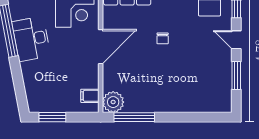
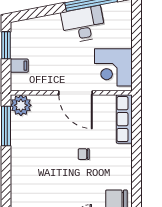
filing cabinet: (90, 96) -> (19, 66), moved, turned 90

